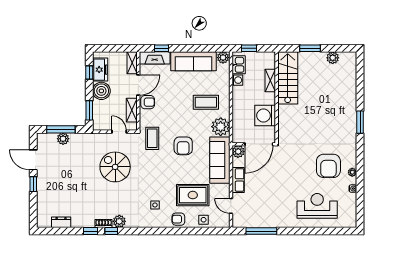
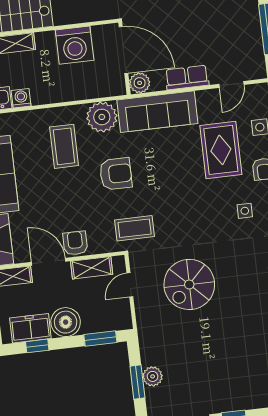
window: (61, 129) -> (137, 382), width x0.69
armchair: (183, 146) -> (116, 174), moved

